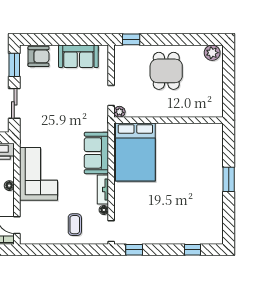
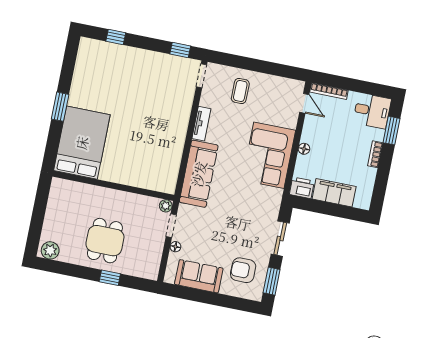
window: (131, 39) -> (110, 278), moved
armchair: (39, 56) -> (243, 270), moved
bed: (135, 152) -> (82, 143), moved
sofa: (96, 153) -> (199, 174), width x1.36
floor lamp: (104, 210) -> (175, 247), moved

